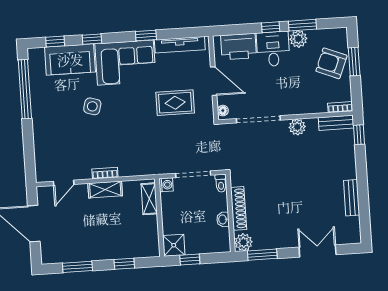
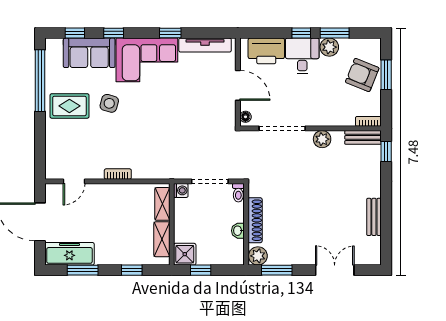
rug: (175, 103) -> (69, 106), moved
shelving: (105, 190) -> (162, 239), moved, turned 90
freezer: (64, 252) -> (69, 254), added

